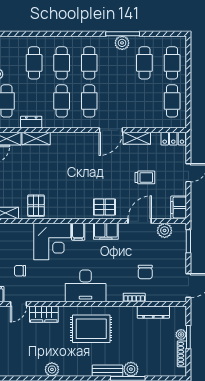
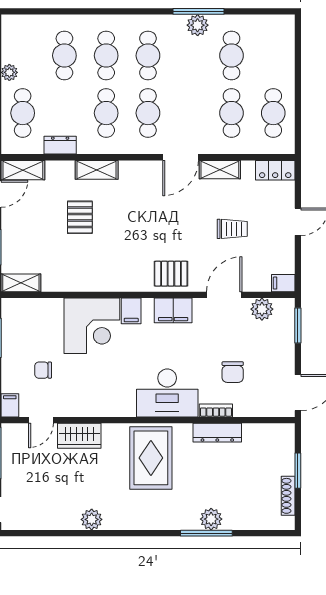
cafe table: (172, 63) -> (231, 113), moved
shelving: (36, 138) -> (97, 170), moved
pallet: (36, 206) -> (80, 217), moved
filing cabinet: (179, 207) -> (283, 283), width x0.50
desk: (86, 286) -> (167, 393), moved
dresser: (153, 312) -> (217, 433), moved
rug: (91, 329) -> (151, 458), turned 90
plant: (181, 334) -> (287, 467), removed
bench: (108, 371) -> (176, 521), removed

